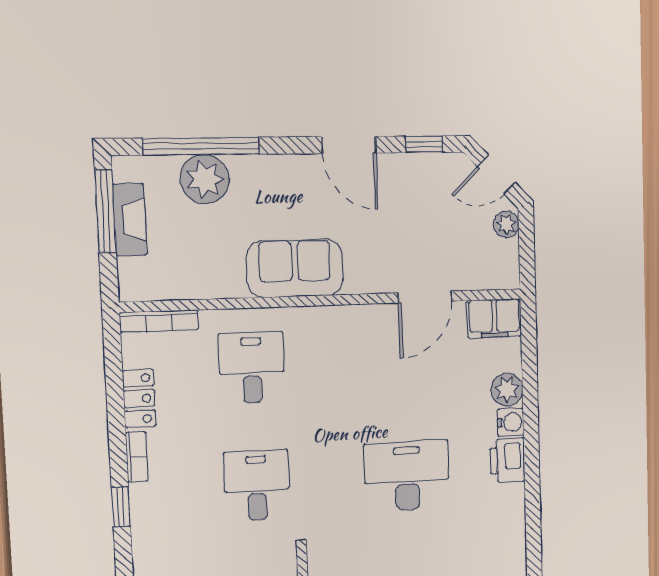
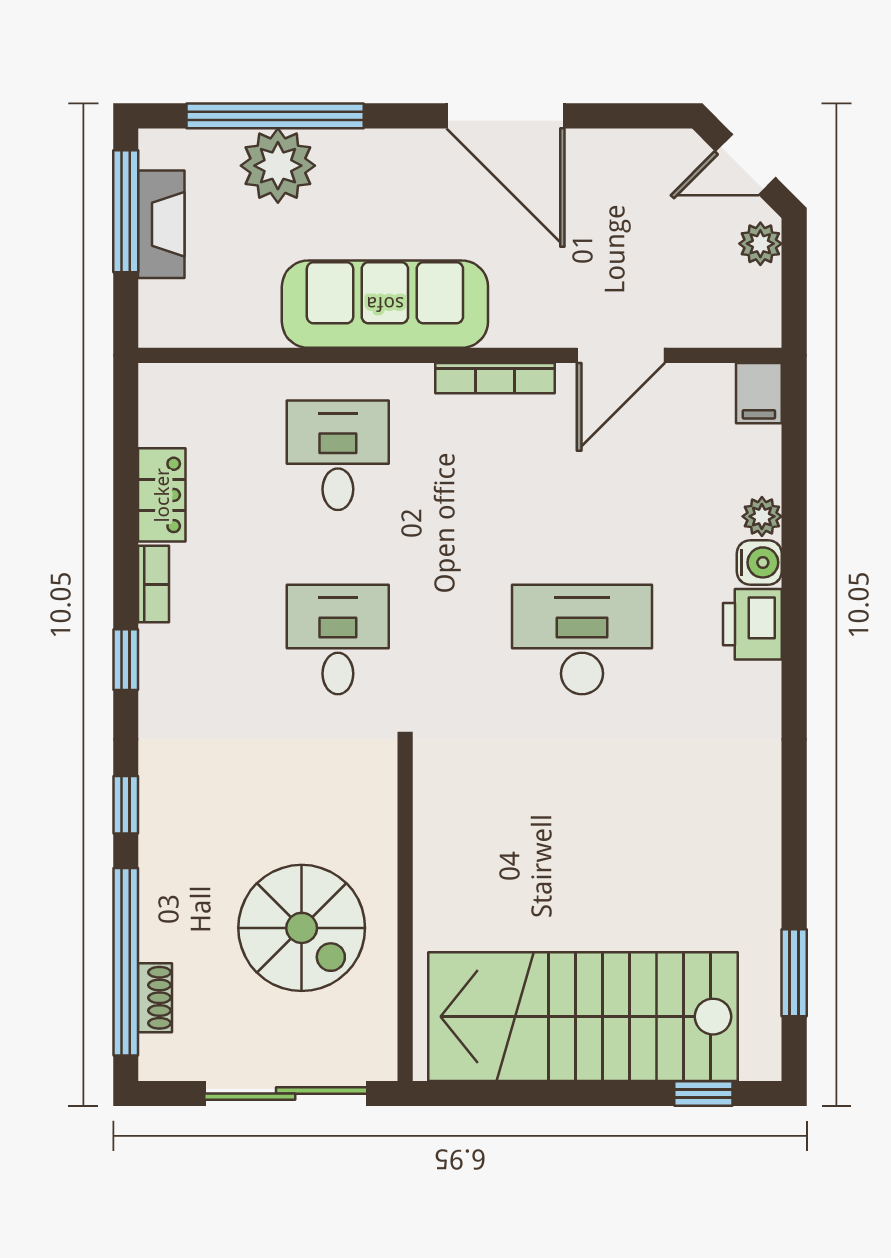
window: (424, 144) -> (627, 116), removed
door: (349, 145) -> (505, 116), width x1.36
sofa: (295, 268) -> (385, 304), width x1.36
filing cabinet: (494, 318) -> (759, 393), width x0.50
bookcase: (159, 321) -> (495, 378), moved
plant: (507, 390) -> (762, 516), width x0.73, depth x0.73

